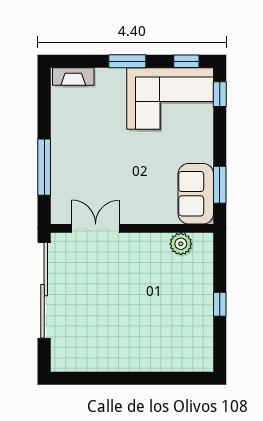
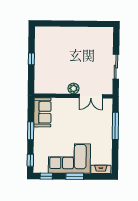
corner sofa: (170, 99) -> (69, 158), moved
window: (220, 185) -> (31, 131), moved
plant: (181, 244) -> (73, 88), moved
sliding door: (44, 290) -> (116, 67), width x0.54

